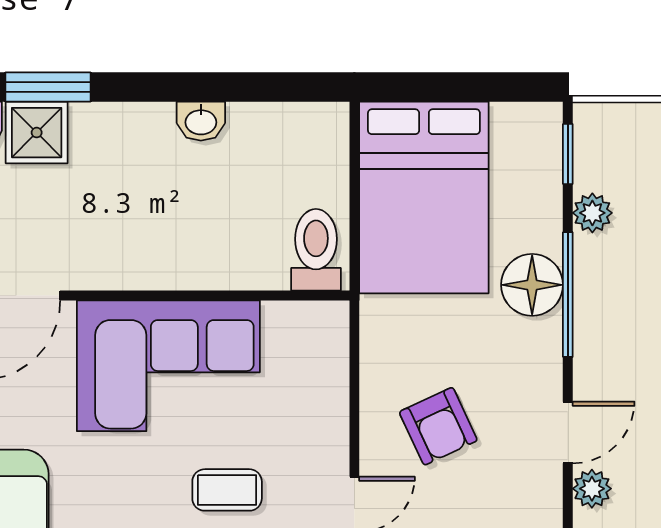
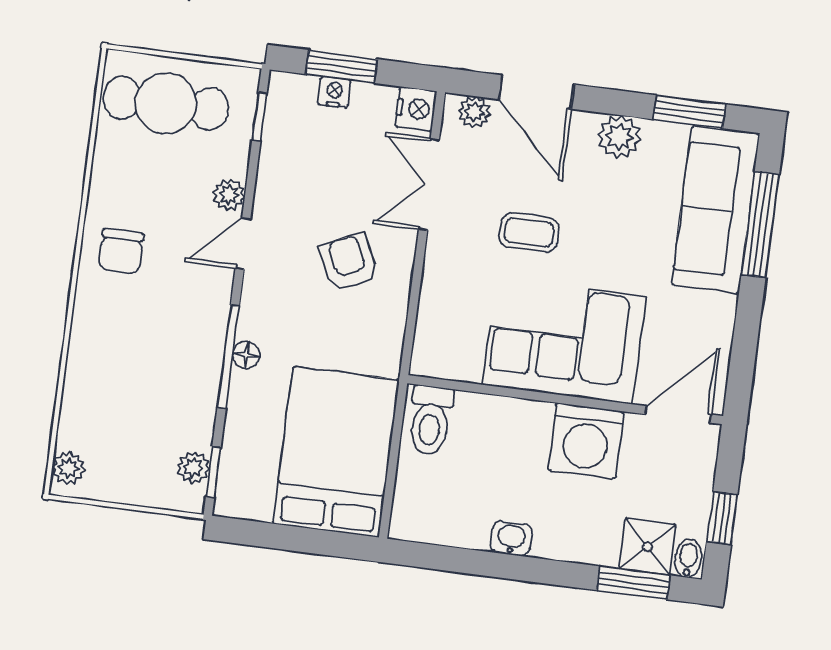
plant: (592, 213) -> (193, 467), moved
washing machine: (127, 250) -> (586, 441), added
floor lamp: (532, 285) -> (246, 355), width x0.53, depth x0.53

